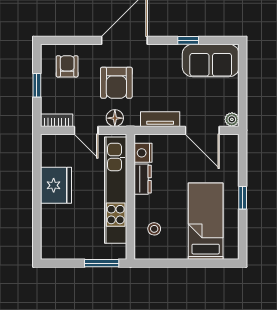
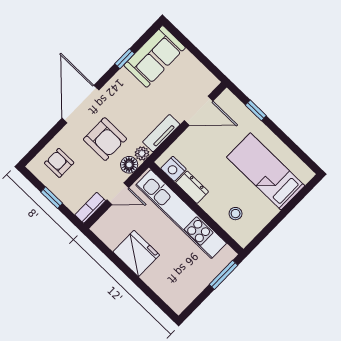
plant: (232, 119) -> (142, 153), moved
window: (243, 198) -> (256, 110), moved

